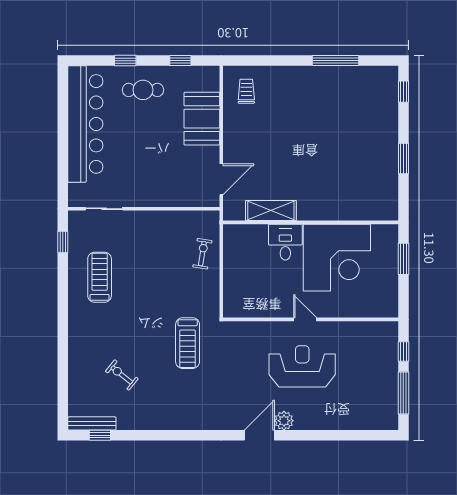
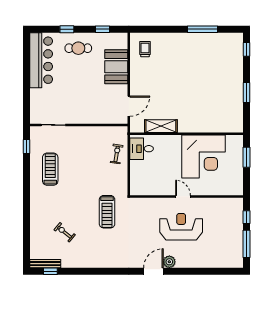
bar counter: (85, 124) -> (41, 60), width x0.73
desk: (285, 242) -> (142, 149), moved, turned -90

